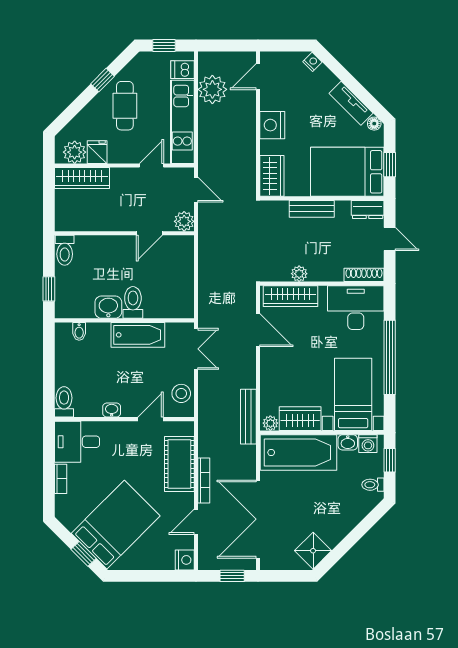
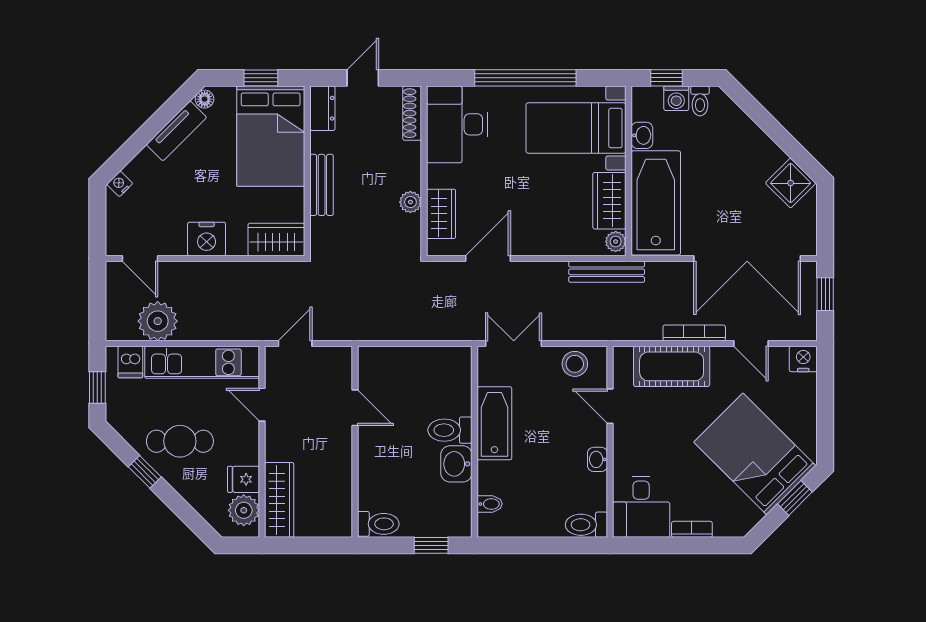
plant: (184, 221) -> (339, 360), removed
wardrobe: (291, 296) -> (441, 214), width x0.67
washing machine: (368, 444) -> (676, 98), moved, turned 90

